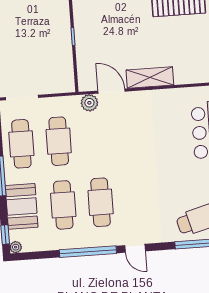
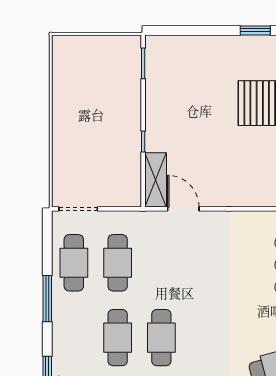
shelving: (150, 78) -> (156, 180), moved, turned 90
plant: (89, 103) -> (157, 221), removed
booth: (22, 206) -> (69, 336), removed

